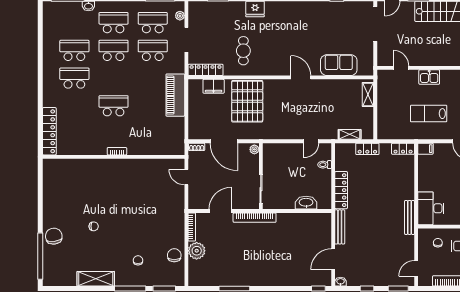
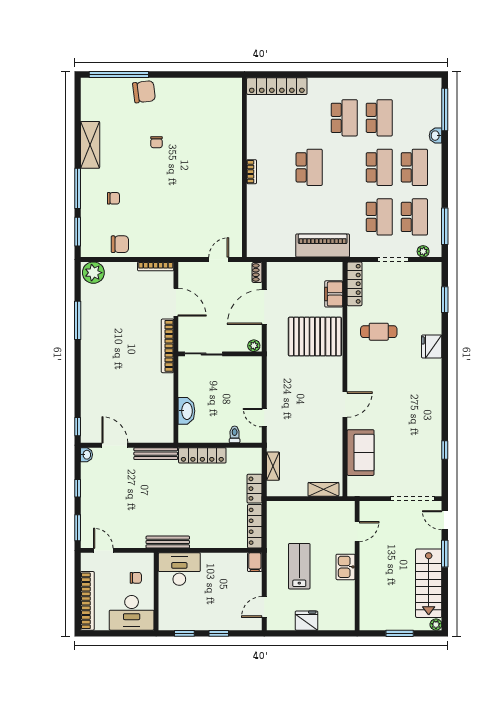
locker: (403, 149) -> (255, 526), width x1.53
plant: (197, 251) -> (93, 273), moved

